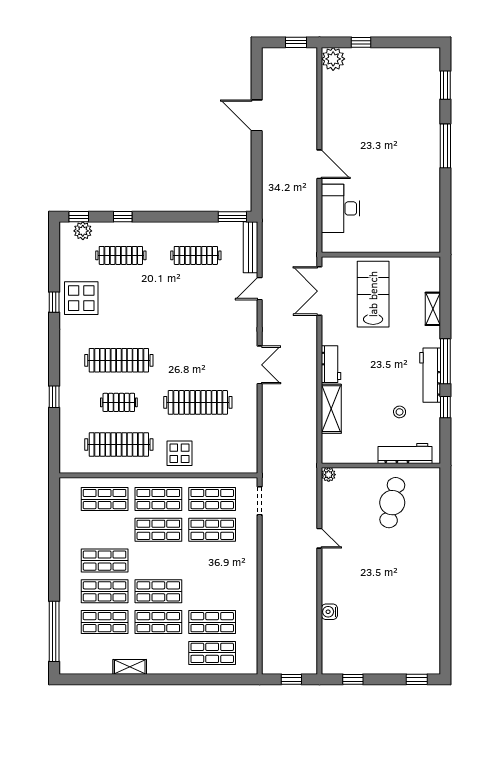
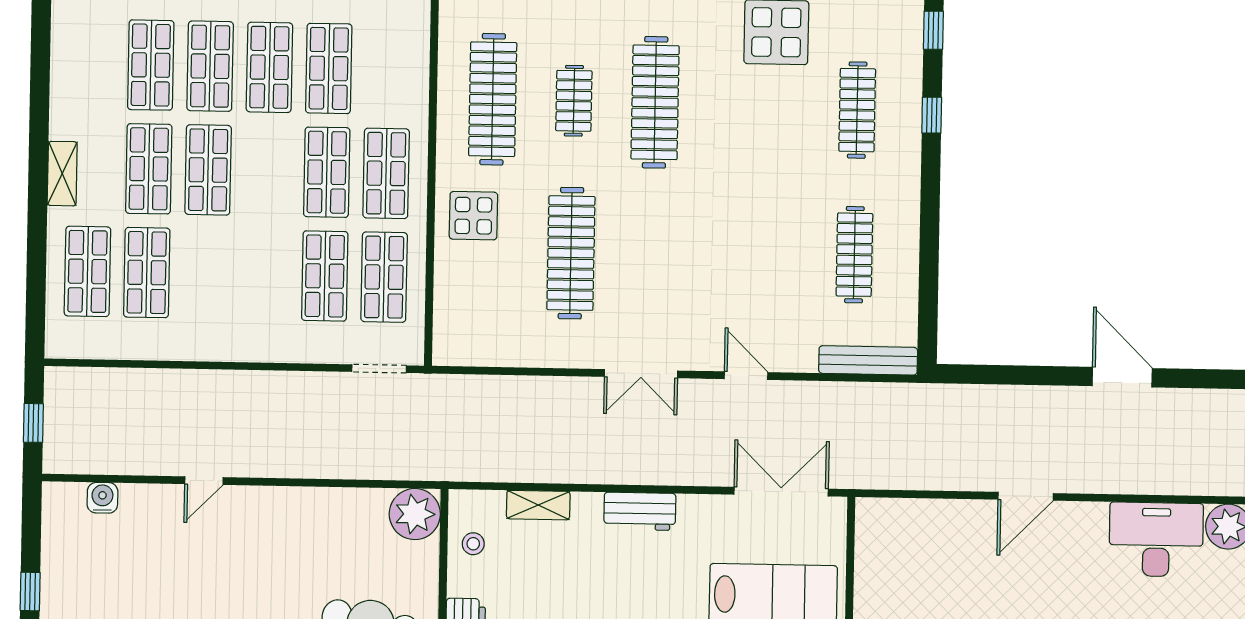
door: (257, 115) -> (1122, 377), hinge flipped
desk: (340, 208) -> (1156, 539), moved
window: (232, 217) -> (928, 326), removed
plant: (83, 231) -> (906, 38), removed
door: (260, 289) -> (746, 376), moved
shelving: (331, 409) -> (538, 505), width x0.67, depth x0.75
stool: (350, 450) -> (473, 544), added
plant: (329, 475) -> (415, 514), width x1.87, depth x1.87
shop shelf: (105, 499) -> (329, 68), moved
door: (319, 538) -> (204, 481), moved
water cooler: (329, 612) -> (102, 498), moved
shelving: (130, 667) -> (62, 174), moved
window: (353, 679) -> (30, 591), moved

